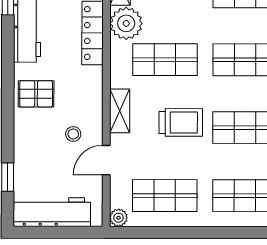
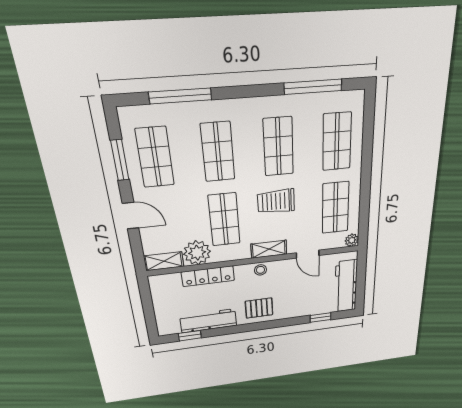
pallet: (36, 94) -> (259, 308), turned 90
trolley: (181, 122) -> (276, 201), turned -90
stool: (73, 134) -> (260, 270), moved

